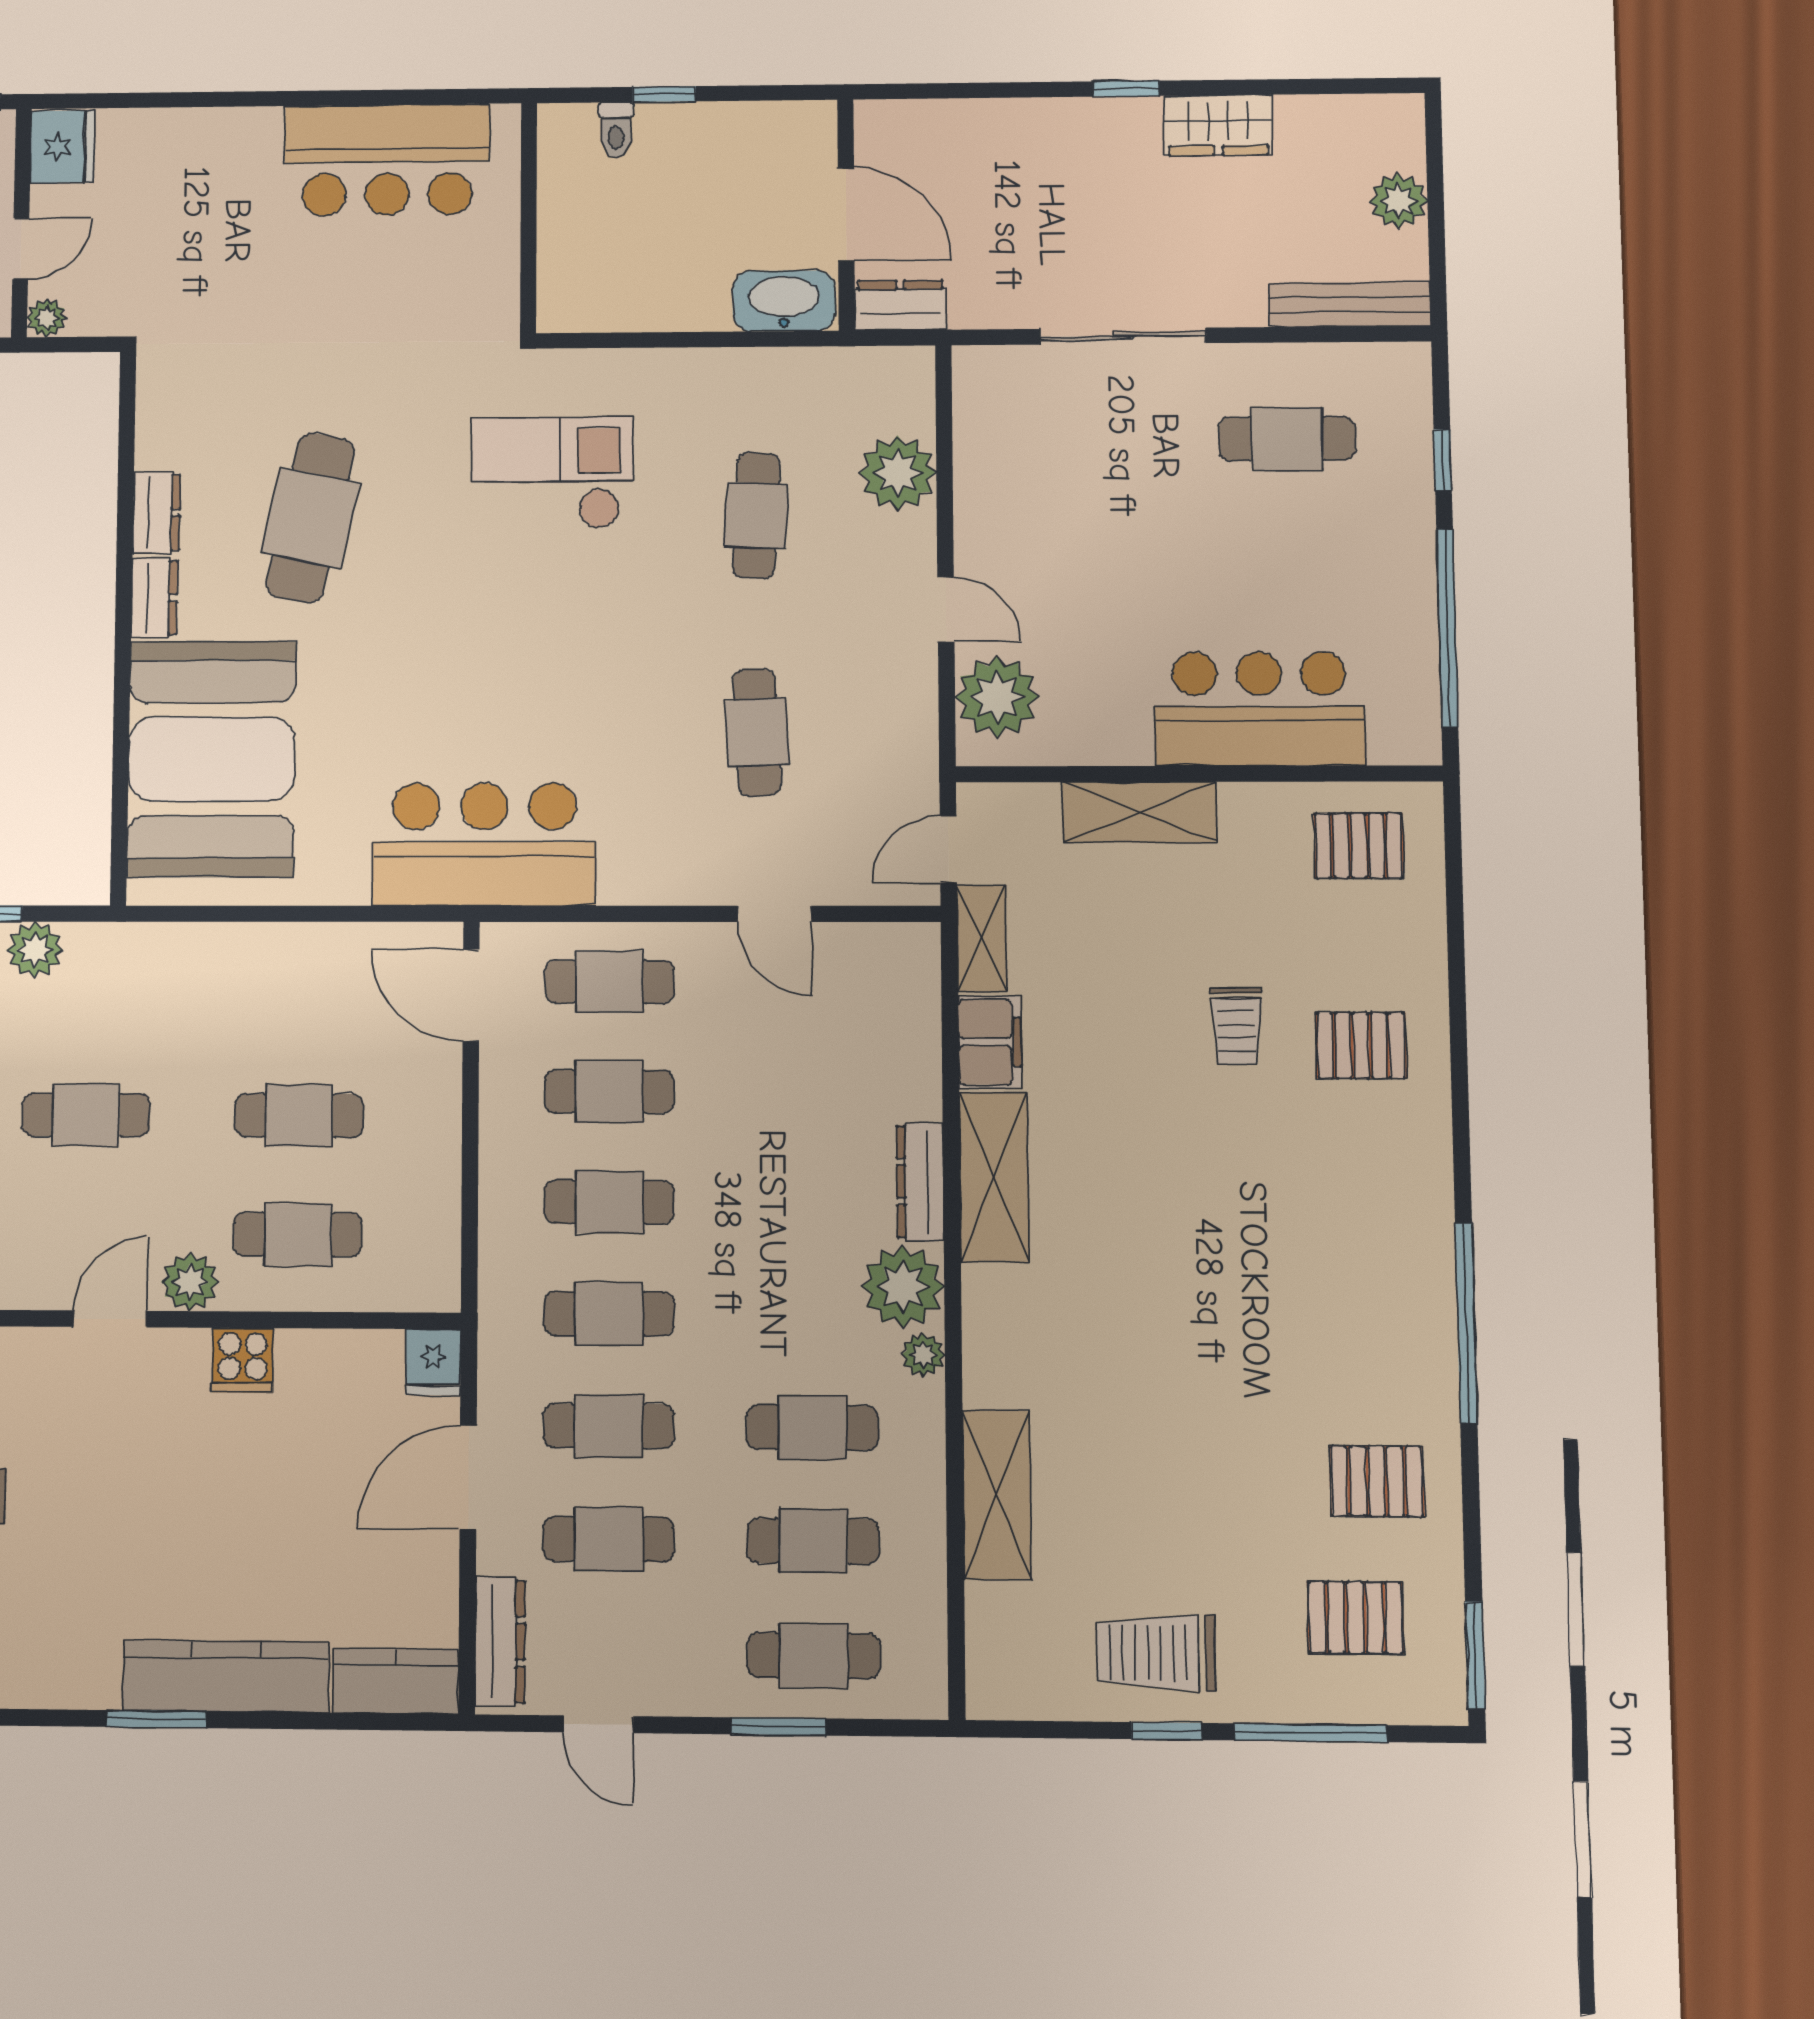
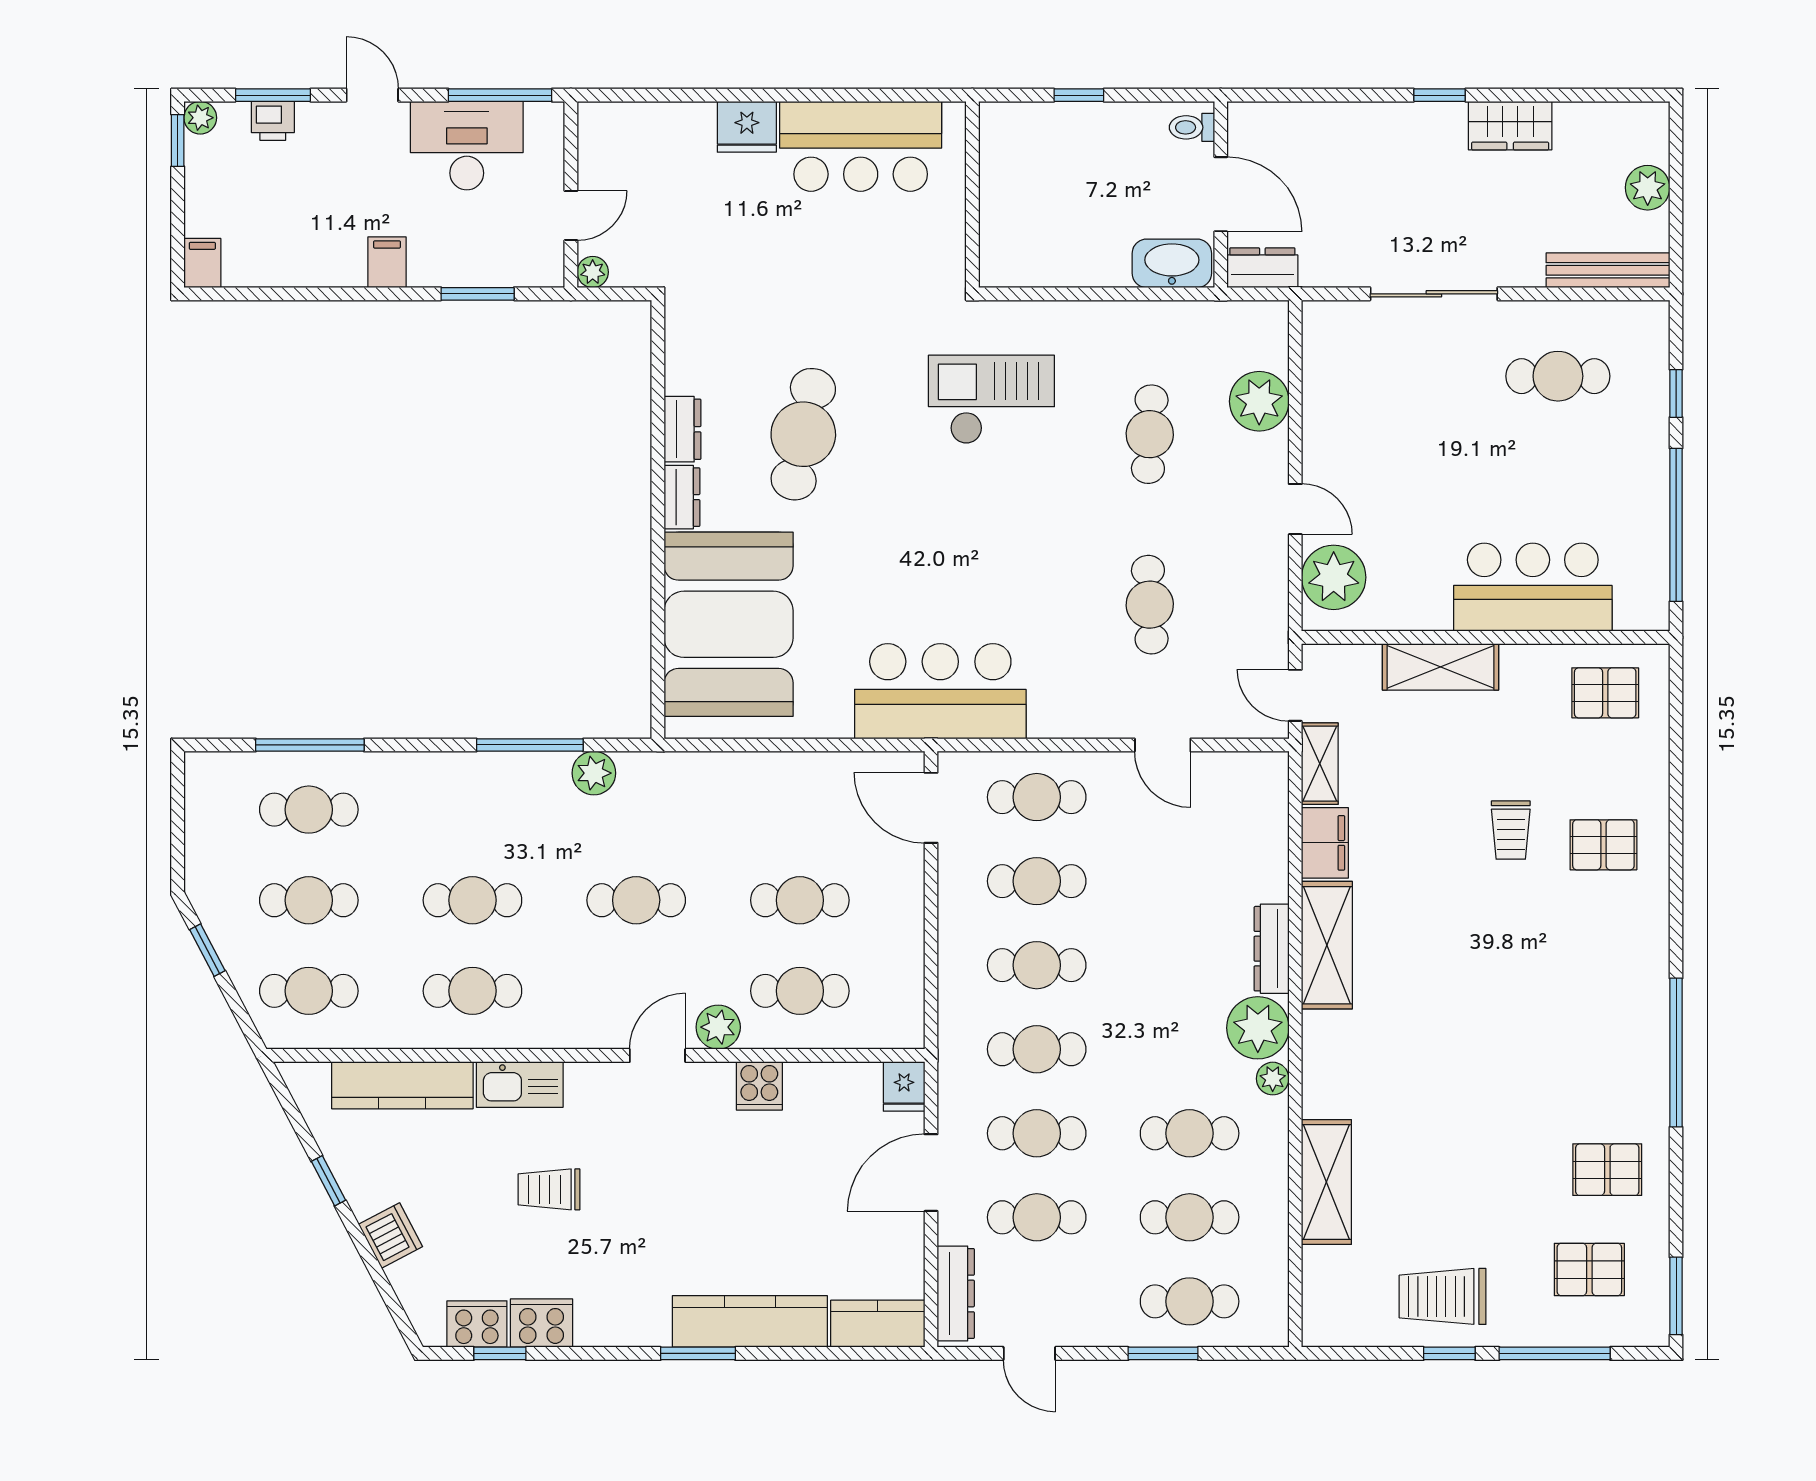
toilet: (616, 130) -> (1192, 127), moved, turned 90
fridge: (63, 147) -> (747, 127), moved, turned 90
door: (948, 849) -> (1295, 695), hinge flipped

